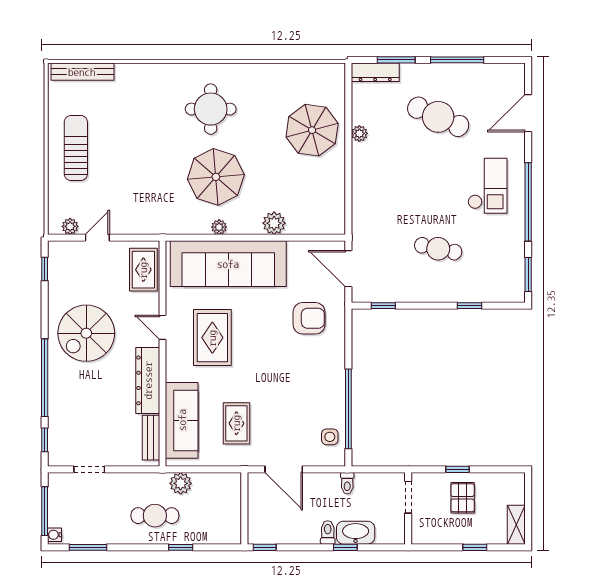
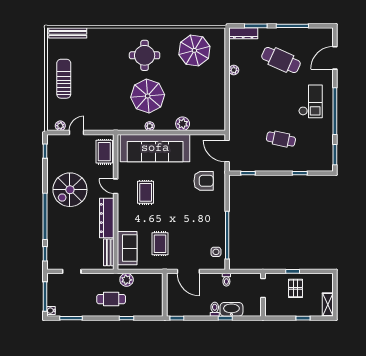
parasol: (312, 130) -> (194, 50), moved
rug: (212, 338) -> (146, 192), width x0.73, depth x0.70
sofa: (182, 420) -> (127, 248), width x0.73

